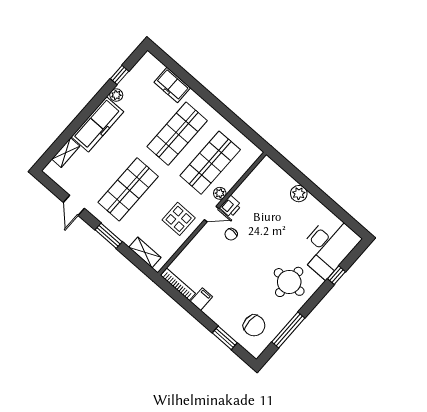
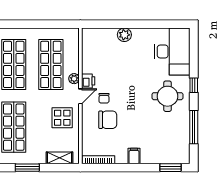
window: (337, 275) -> (194, 85), moved
filing cabinet: (201, 299) -> (134, 156), moved
chair: (254, 325) -> (108, 120), moved
window: (225, 338) -> (170, 168), moved

